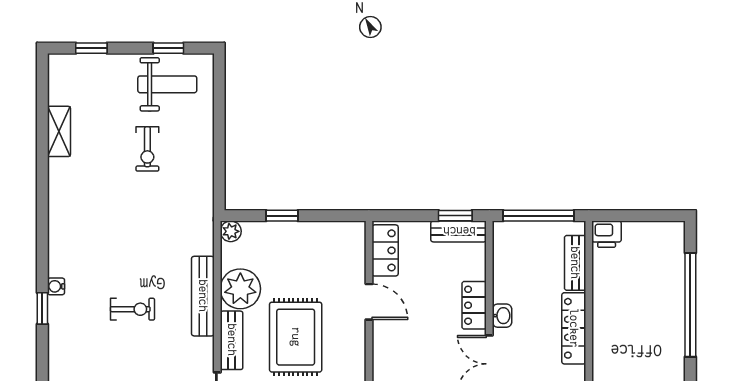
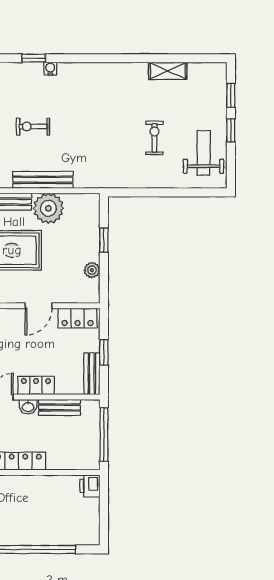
window: (168, 48) -> (231, 131), moved
weight bench: (167, 84) -> (203, 153), turned 180
exercise bike: (147, 149) -> (154, 138), turned 90
window: (455, 216) -> (104, 352), moved
plant: (231, 231) -> (92, 270), moved
bench: (575, 263) -> (60, 407), moved
exercise bike: (132, 309) -> (33, 127), turned 90

